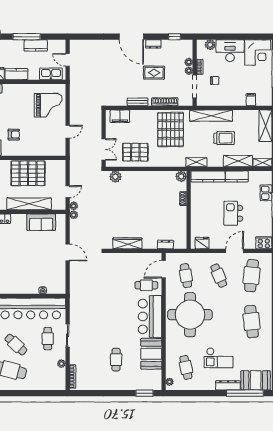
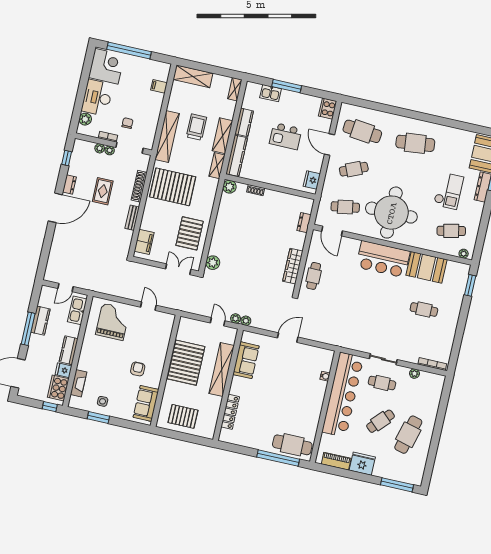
shelving: (238, 161) -> (222, 136), moved
cafe table: (146, 285) -> (314, 276), moved

